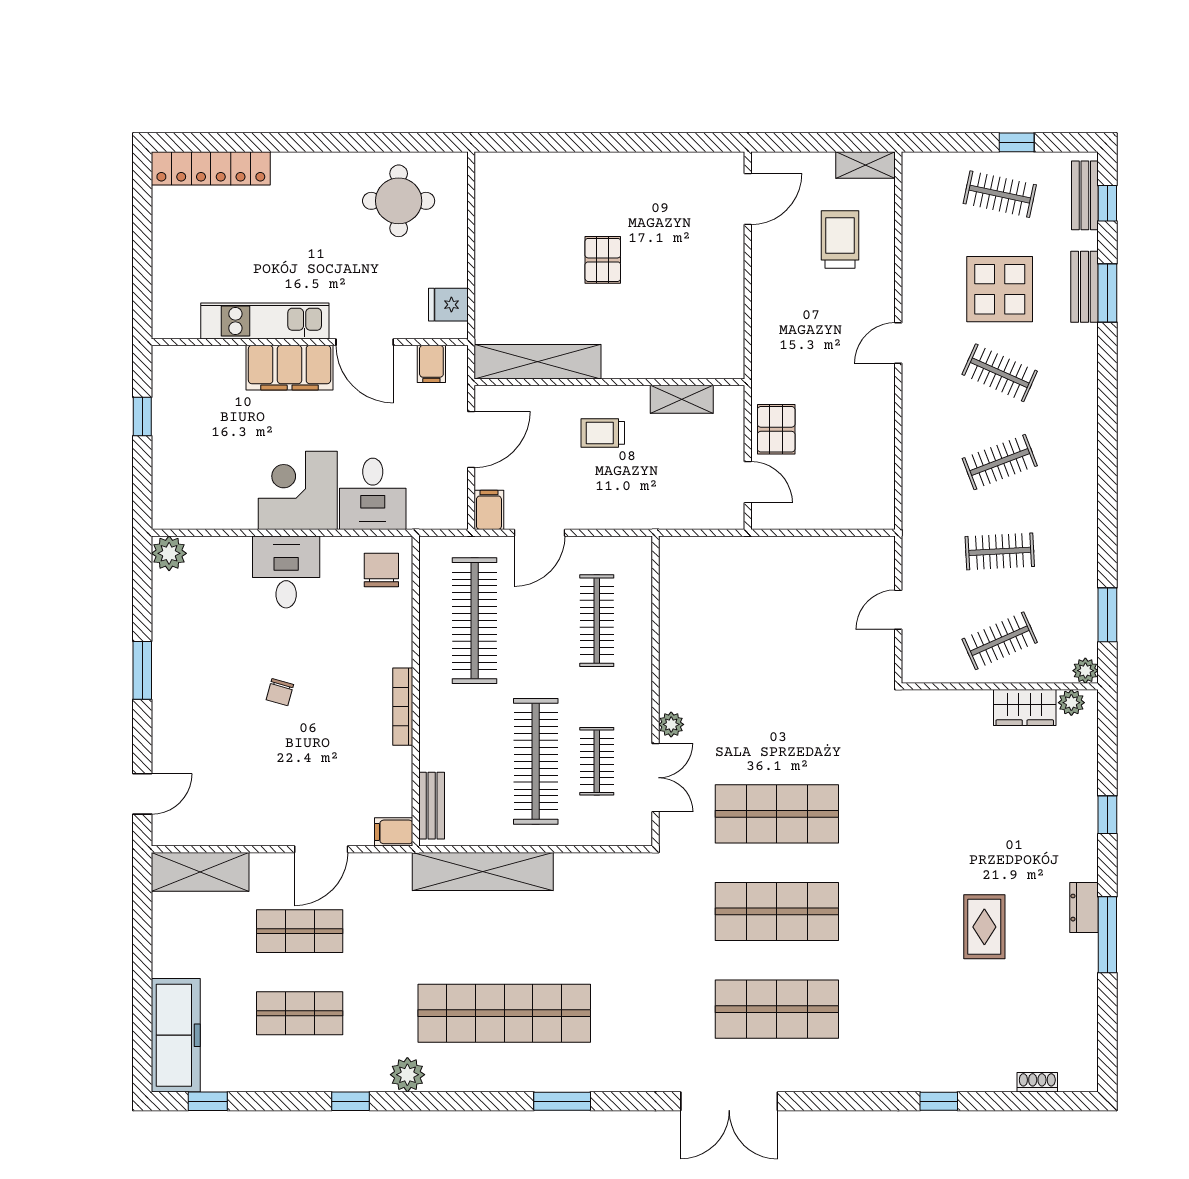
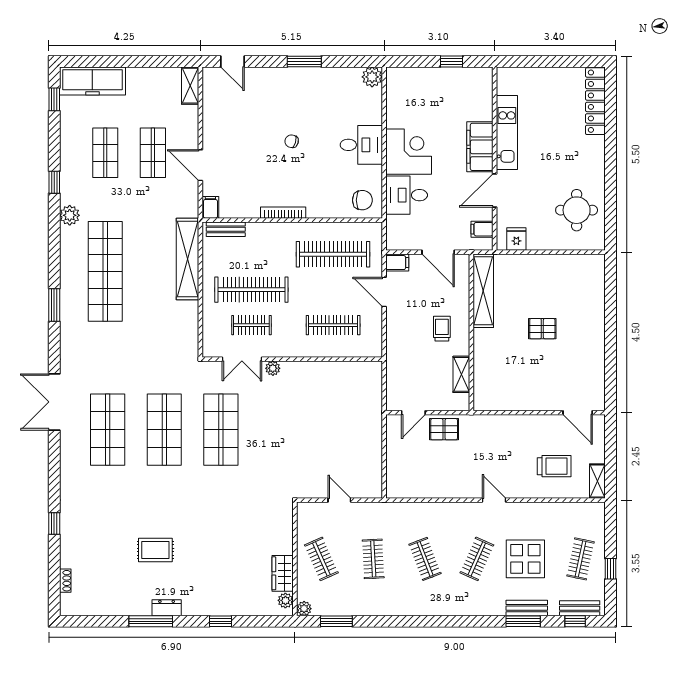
shelving: (200, 872) -> (190, 86), width x0.67, depth x0.75

